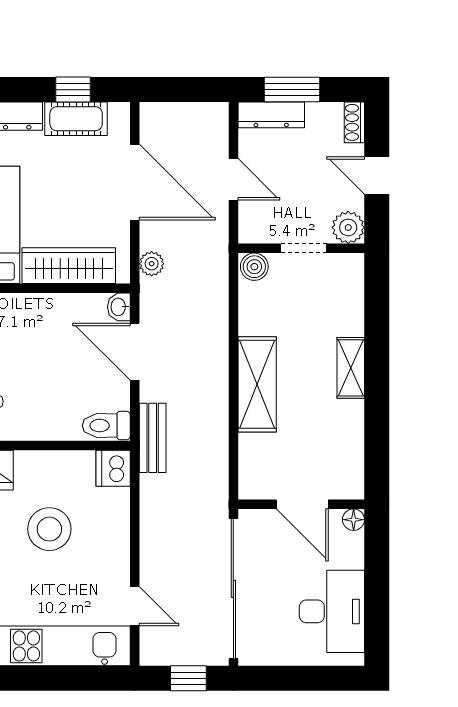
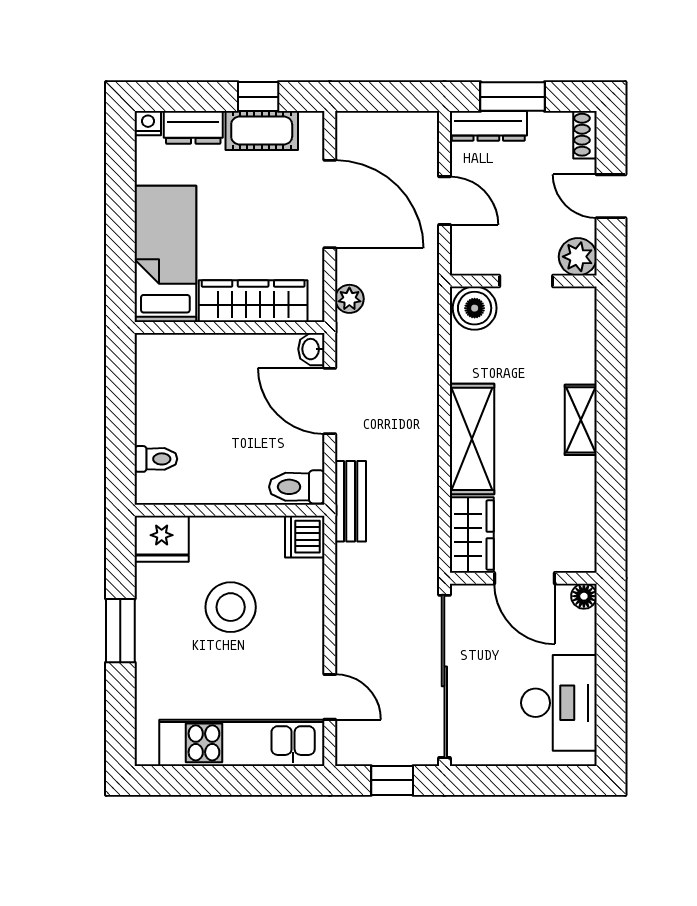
boiler: (254, 267) -> (475, 308), width x1.36, depth x1.36
wardrobe: (257, 467) -> (472, 535), added

